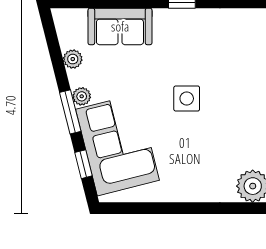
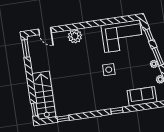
corner sofa: (117, 145) -> (122, 36), moved, turned -76

